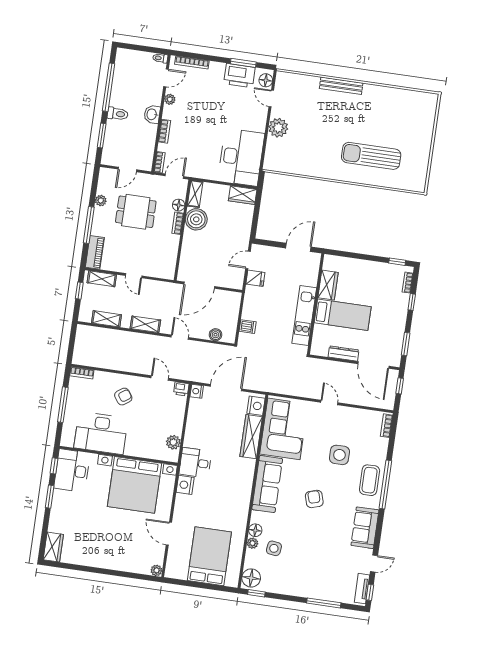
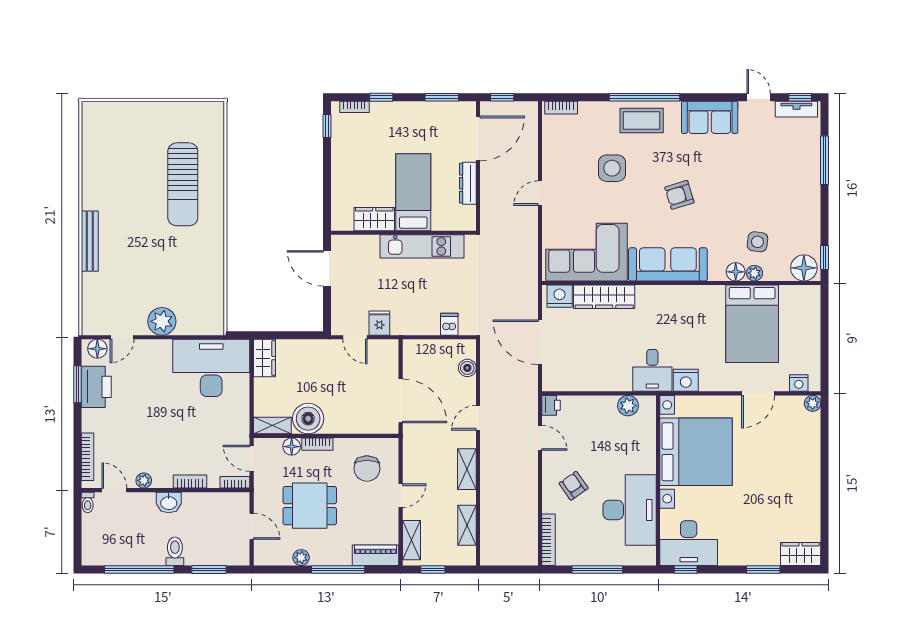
dining table: (136, 212) -> (310, 506), turned 90
chair: (156, 255) -> (367, 469), added
bookcase: (82, 373) -> (549, 540), width x1.56
door: (160, 378) -> (540, 438), swing flipped
nightstand: (197, 391) -> (799, 383), moved
window: (50, 497) -> (763, 569), moved
bed: (209, 556) -> (752, 324), moved, turned -90

